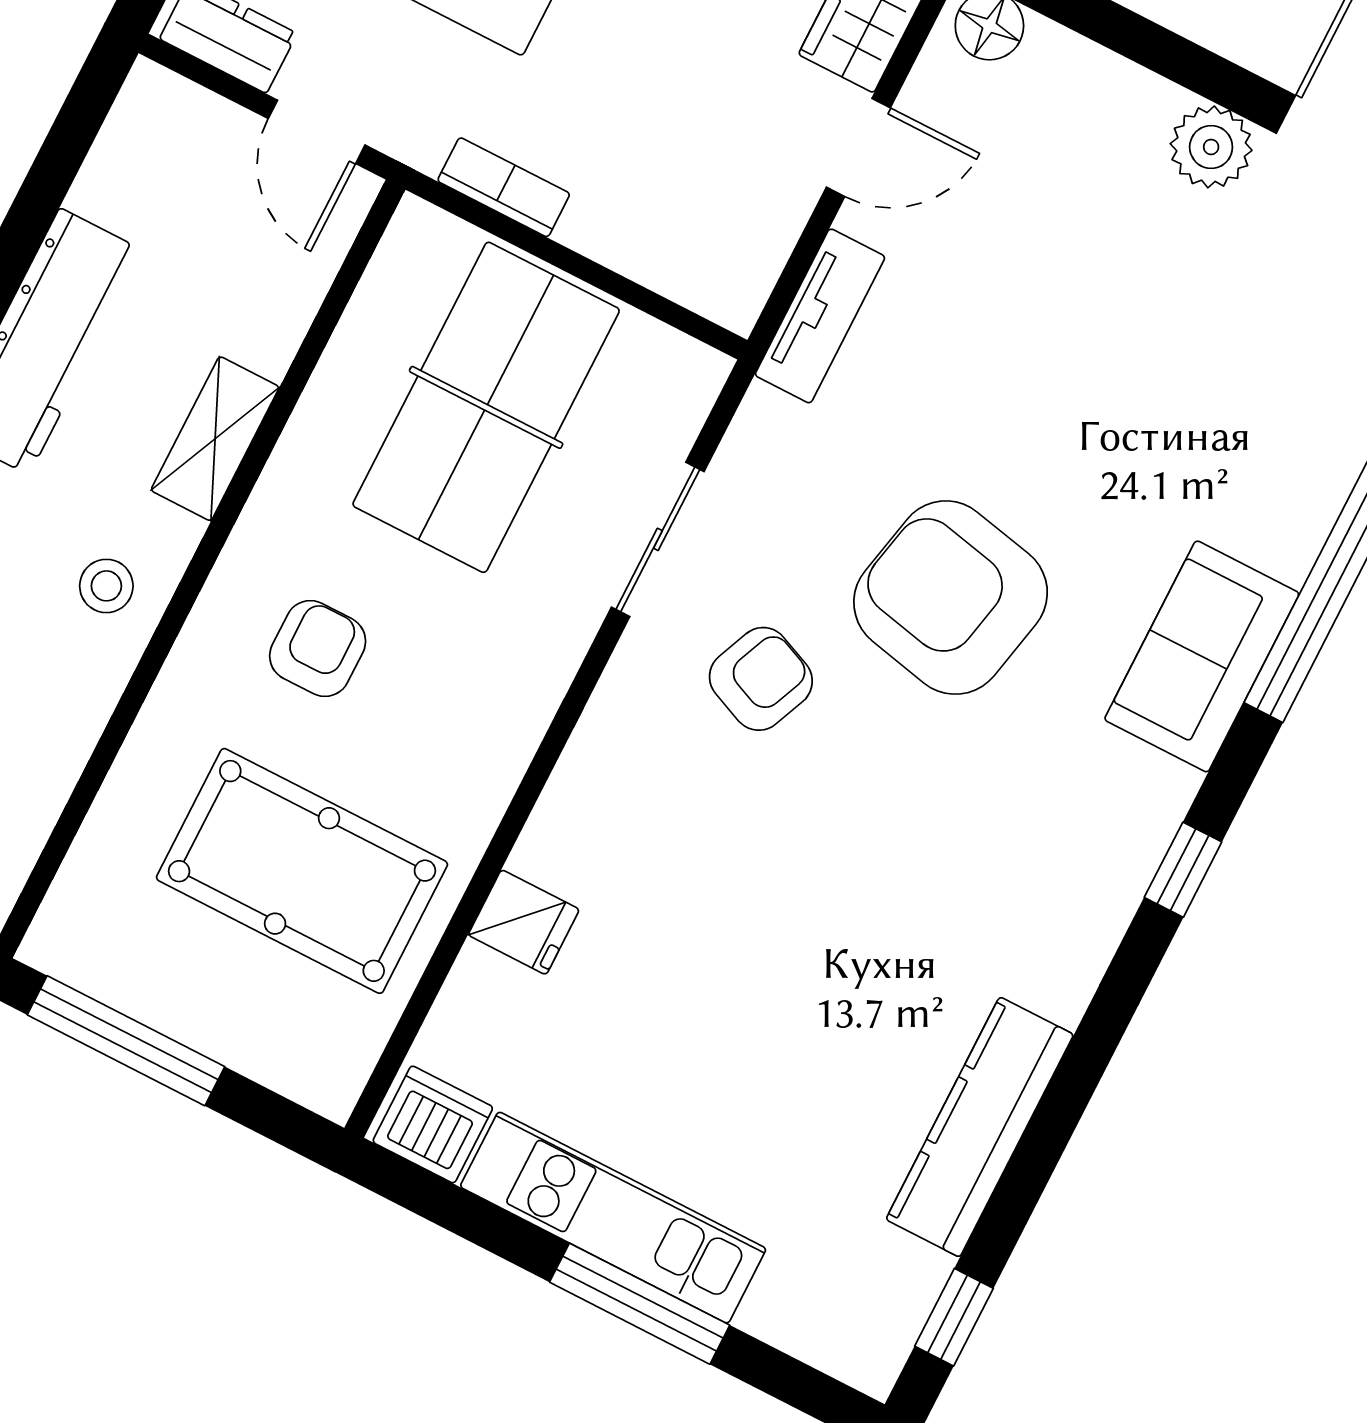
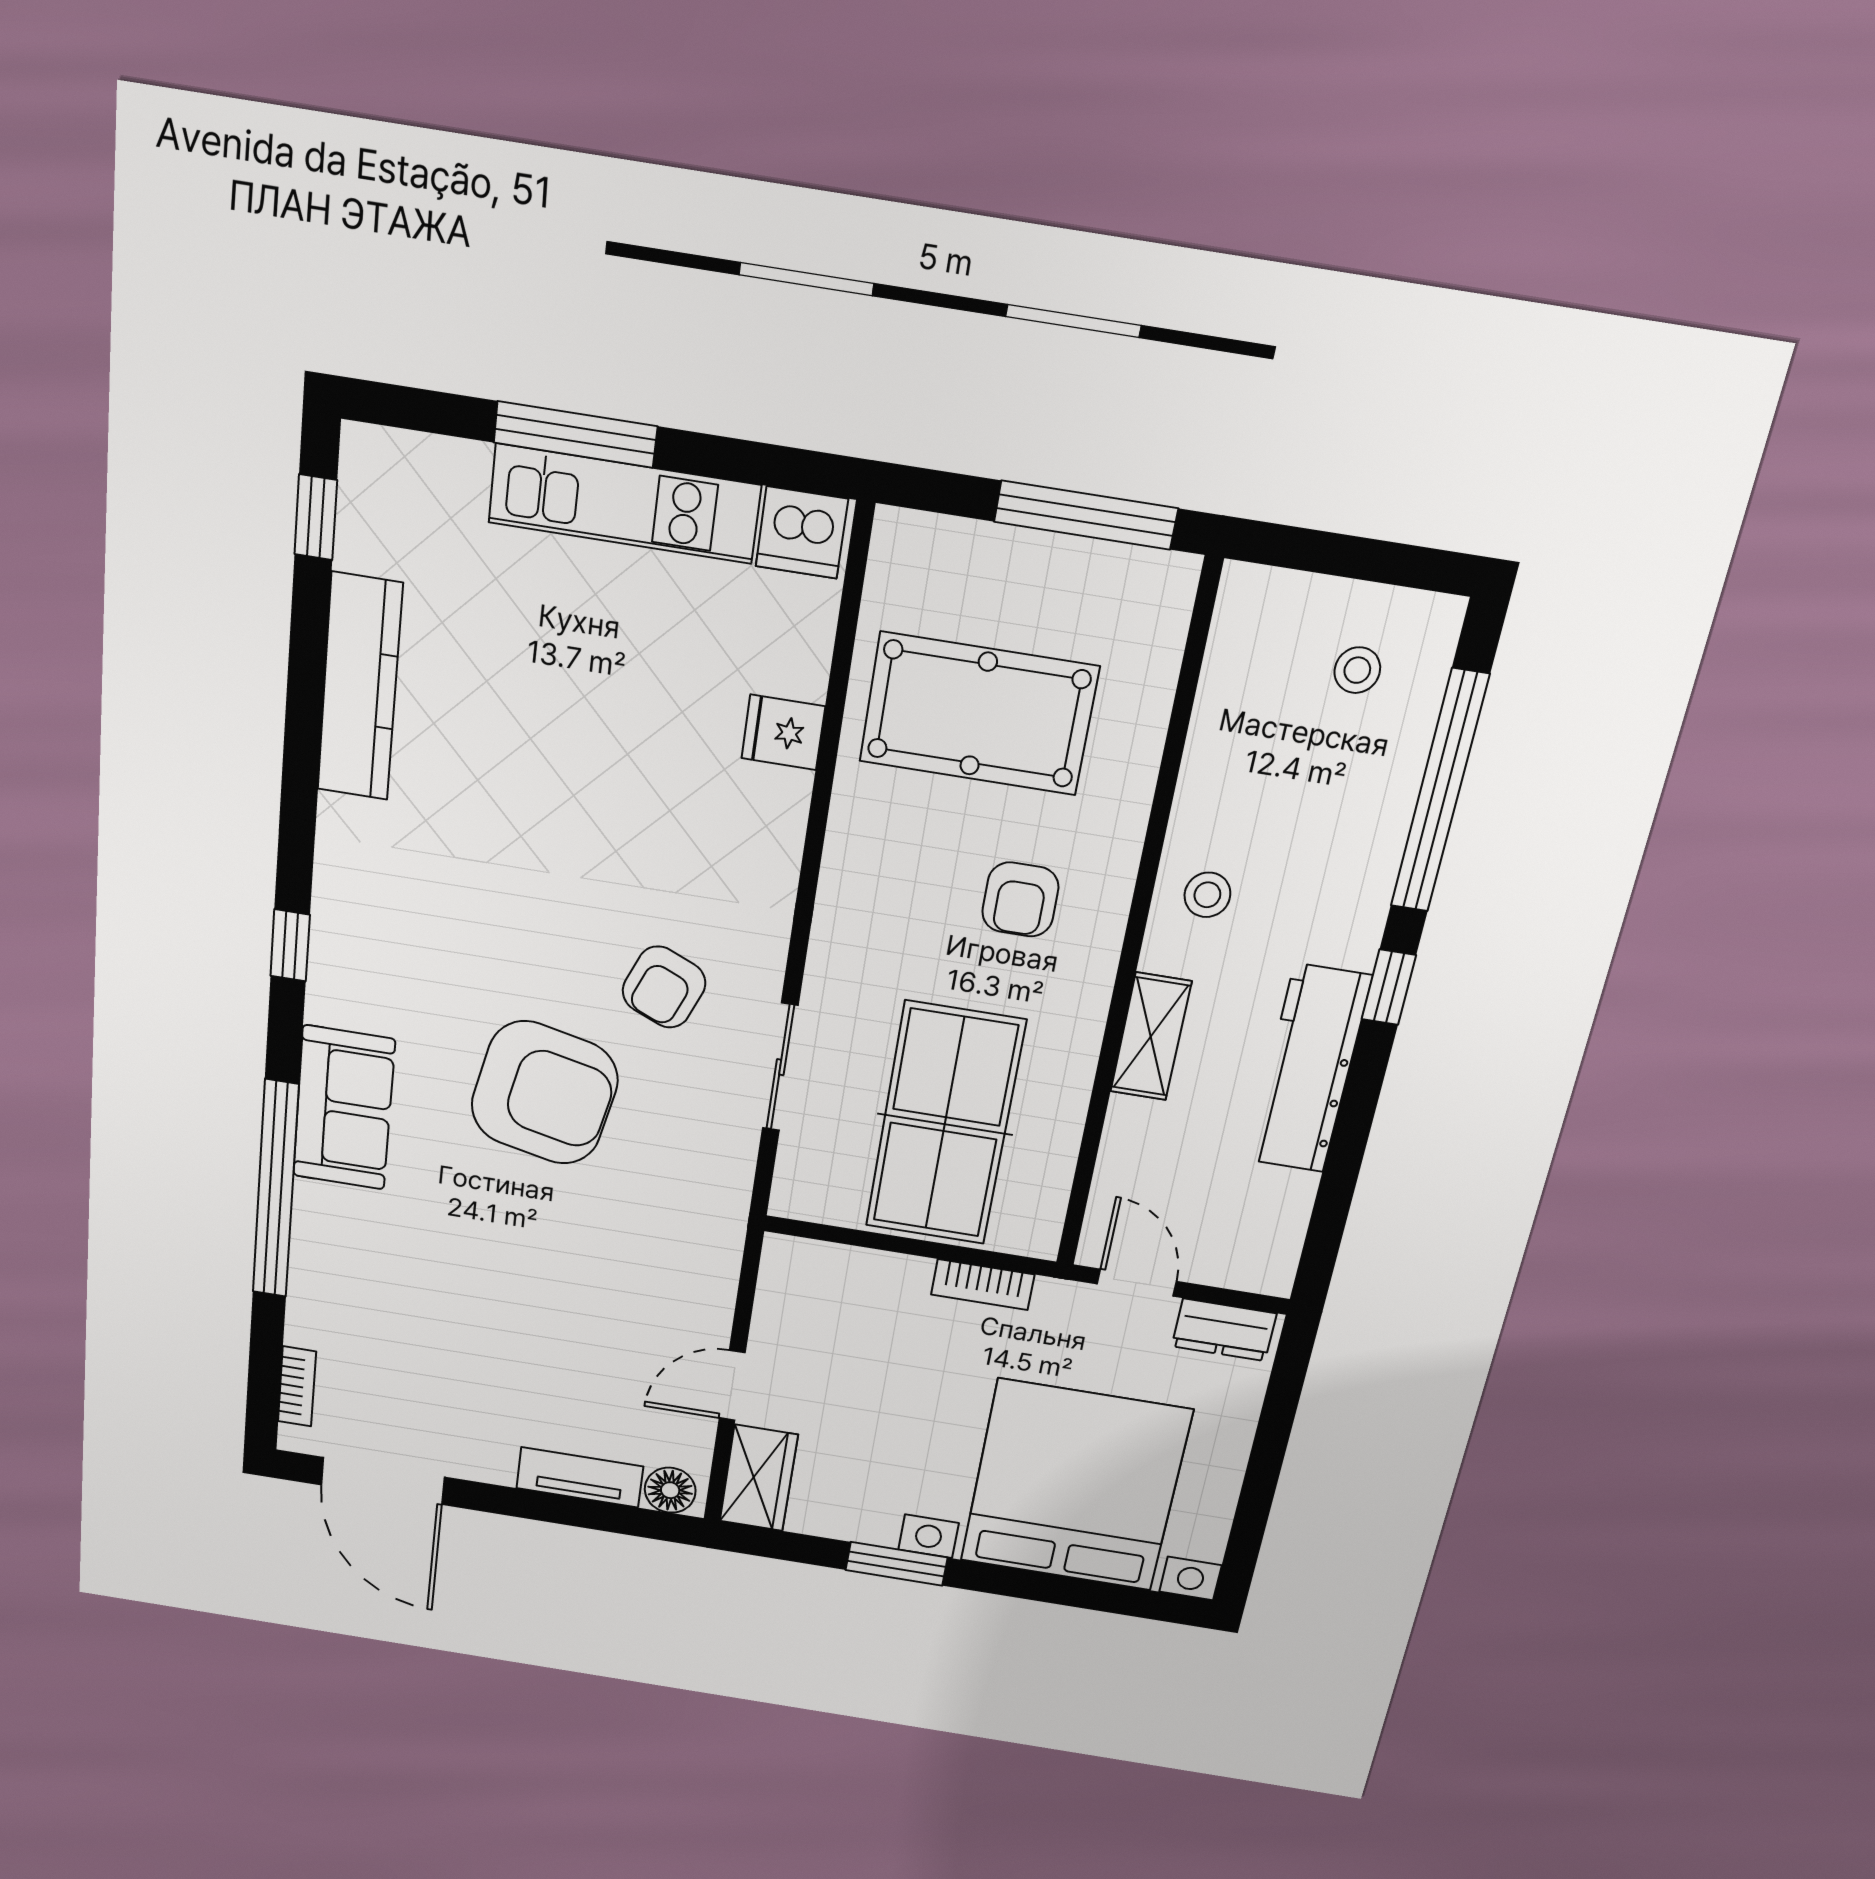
plant: (1211, 147) -> (485, 1456), removed
tv unit: (820, 316) -> (580, 1477), moved, turned 90

